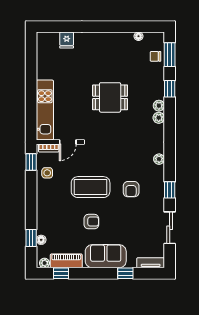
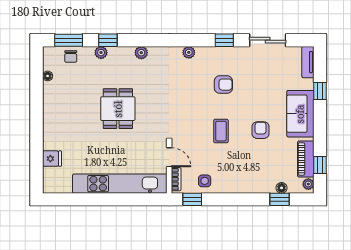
plant: (159, 106) -> (101, 53), moved
kitchen unit: (45, 110) -> (120, 184), width x1.36
coffee table: (91, 187) -> (221, 131), width x0.54, depth x0.58

